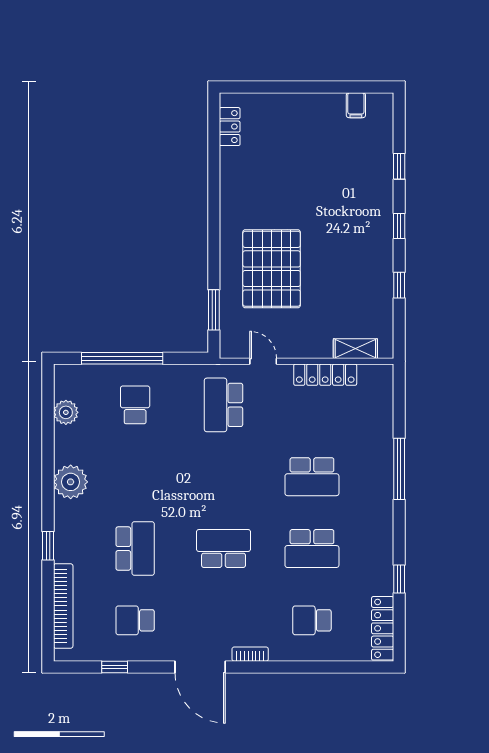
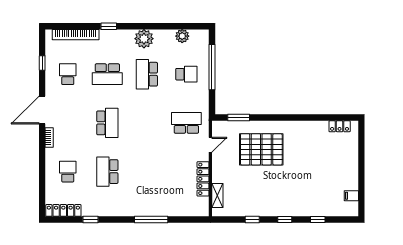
school desk: (312, 477) -> (147, 74), moved

